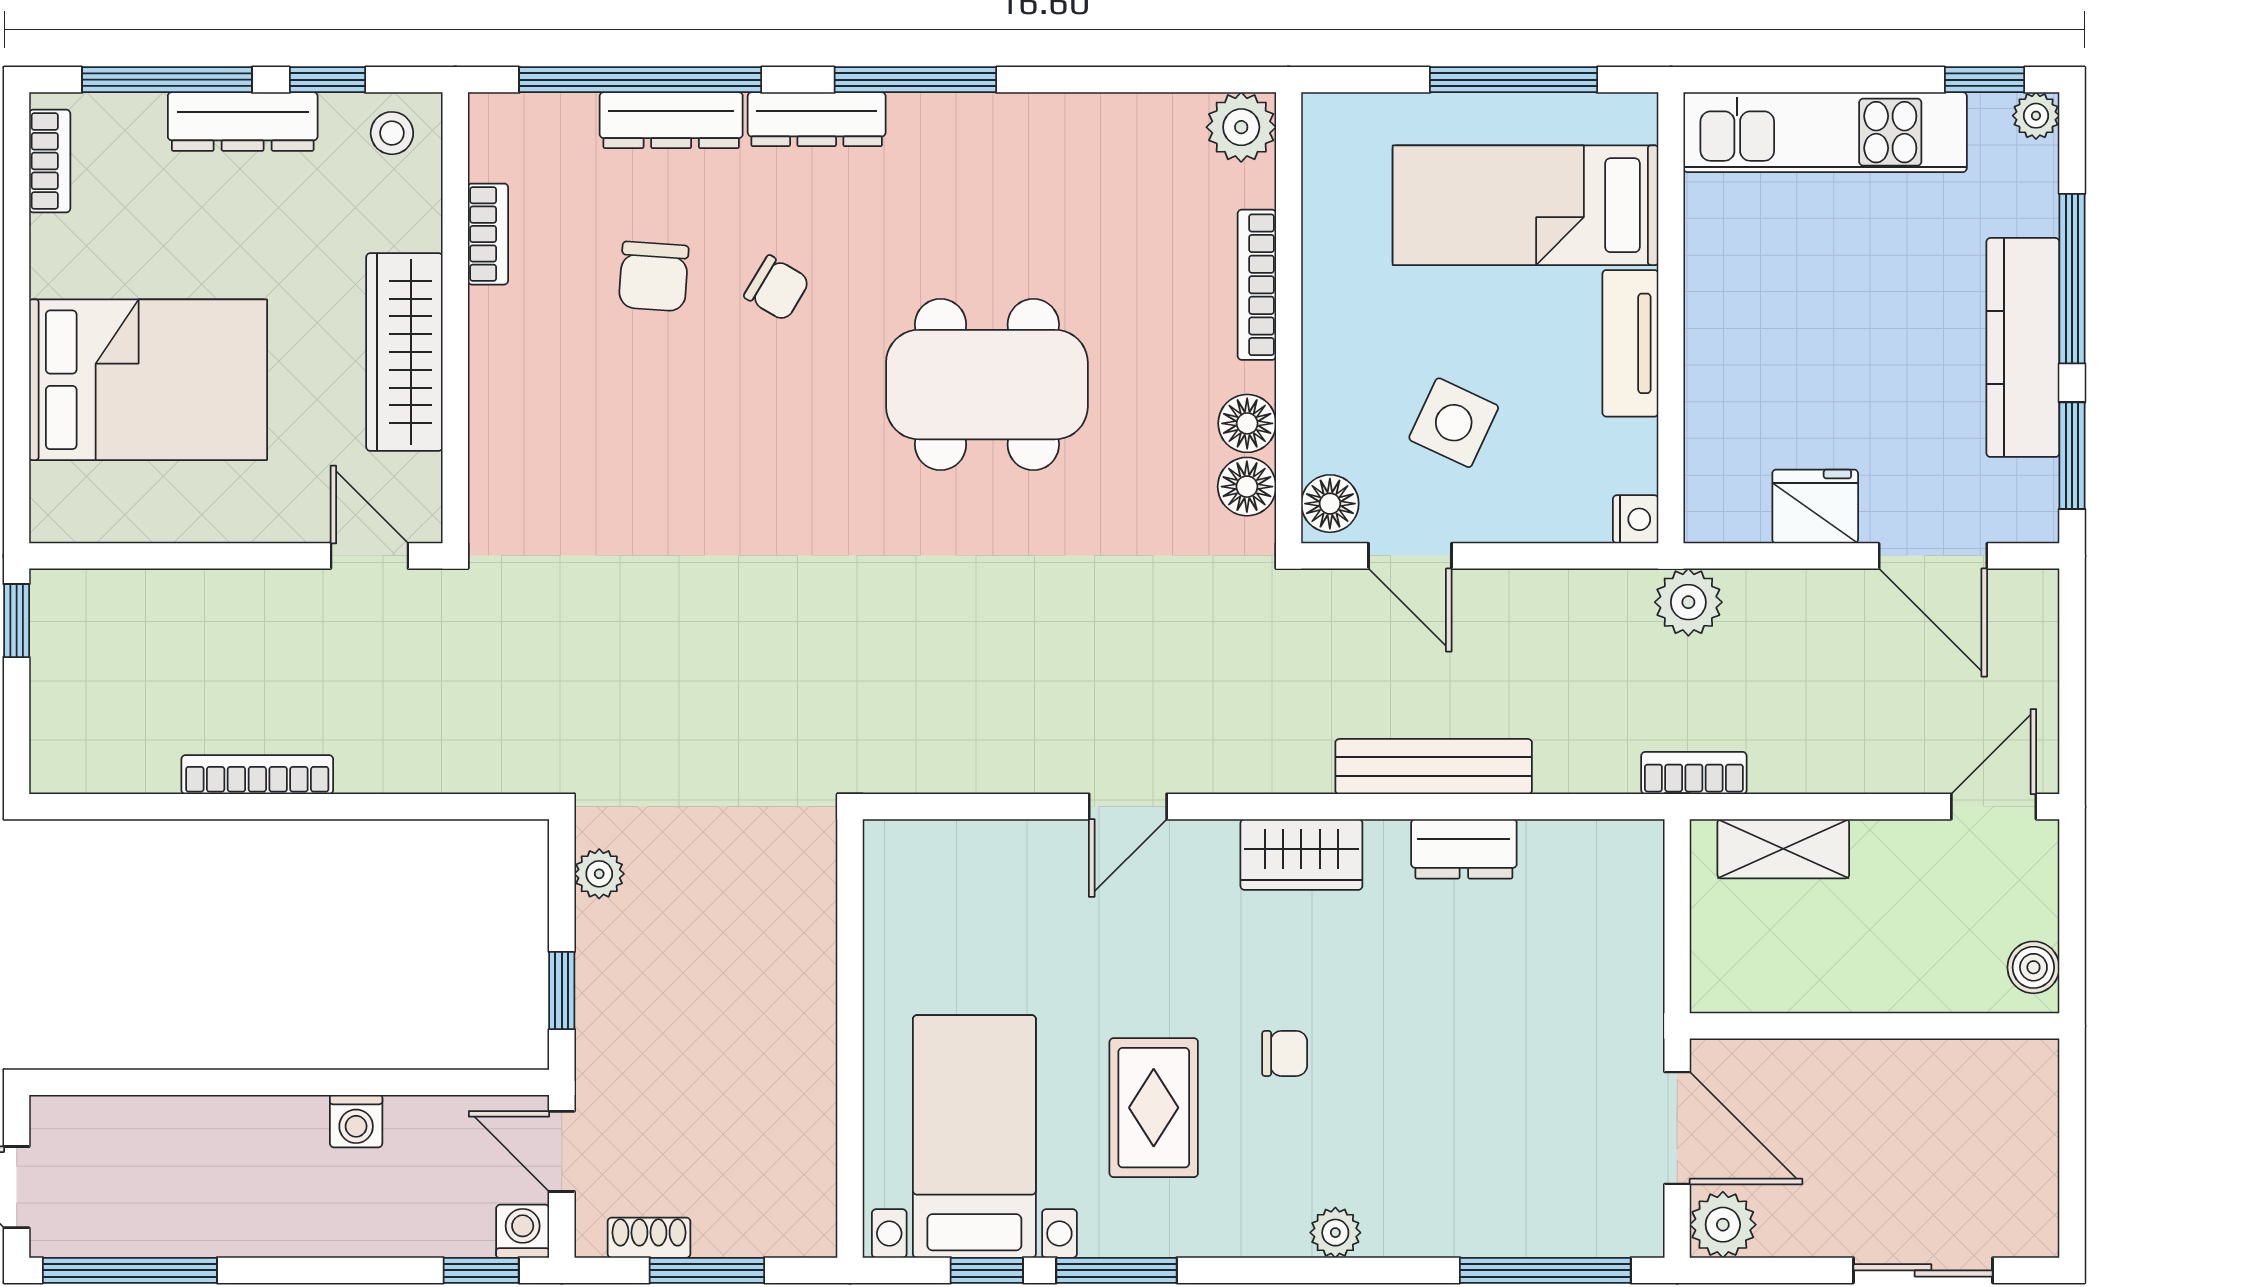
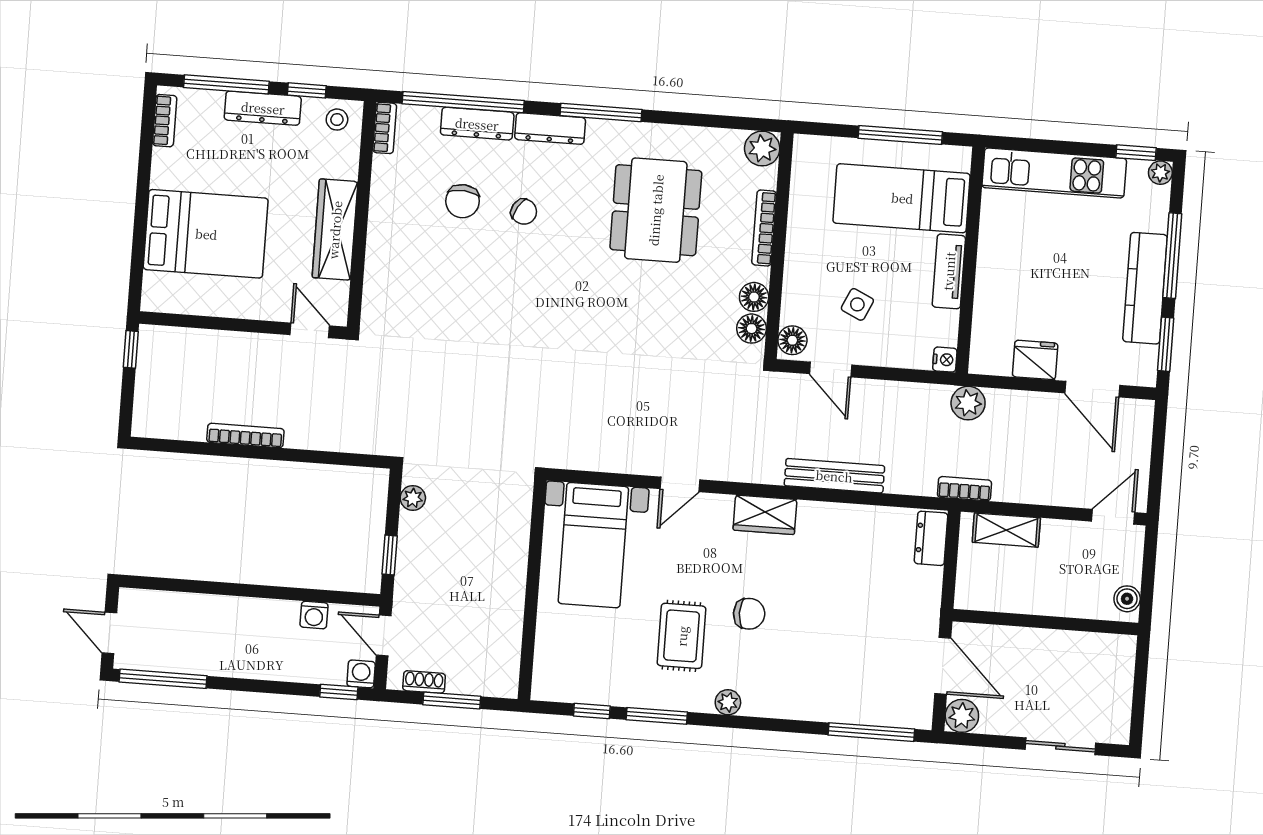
bookcase: (488, 234) -> (385, 128), moved
dining table: (987, 385) -> (656, 210), moved, turned 90
side table: (1454, 423) -> (857, 304), width x0.73, depth x0.73
dresser: (1464, 849) -> (931, 538), moved, turned 90
chair: (1285, 1053) -> (749, 614), width x1.37, depth x1.37
washing machine: (356, 1121) -> (314, 615), moved
bed with nightstands: (974, 1136) -> (593, 545), moved, turned 180
plant: (1335, 1233) -> (728, 702), moved

